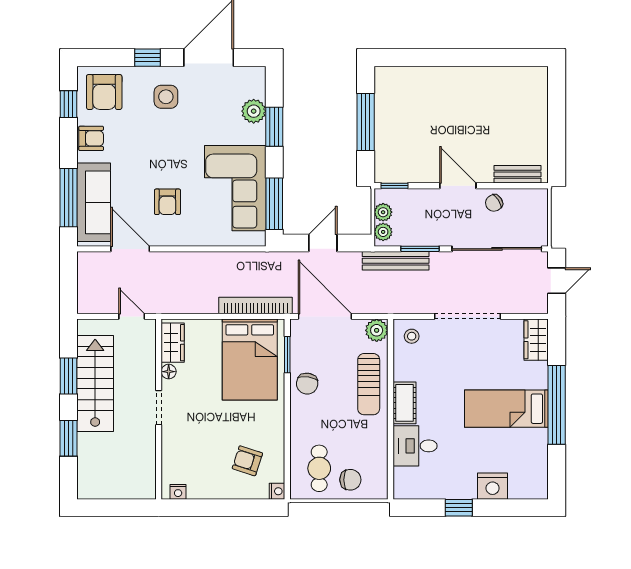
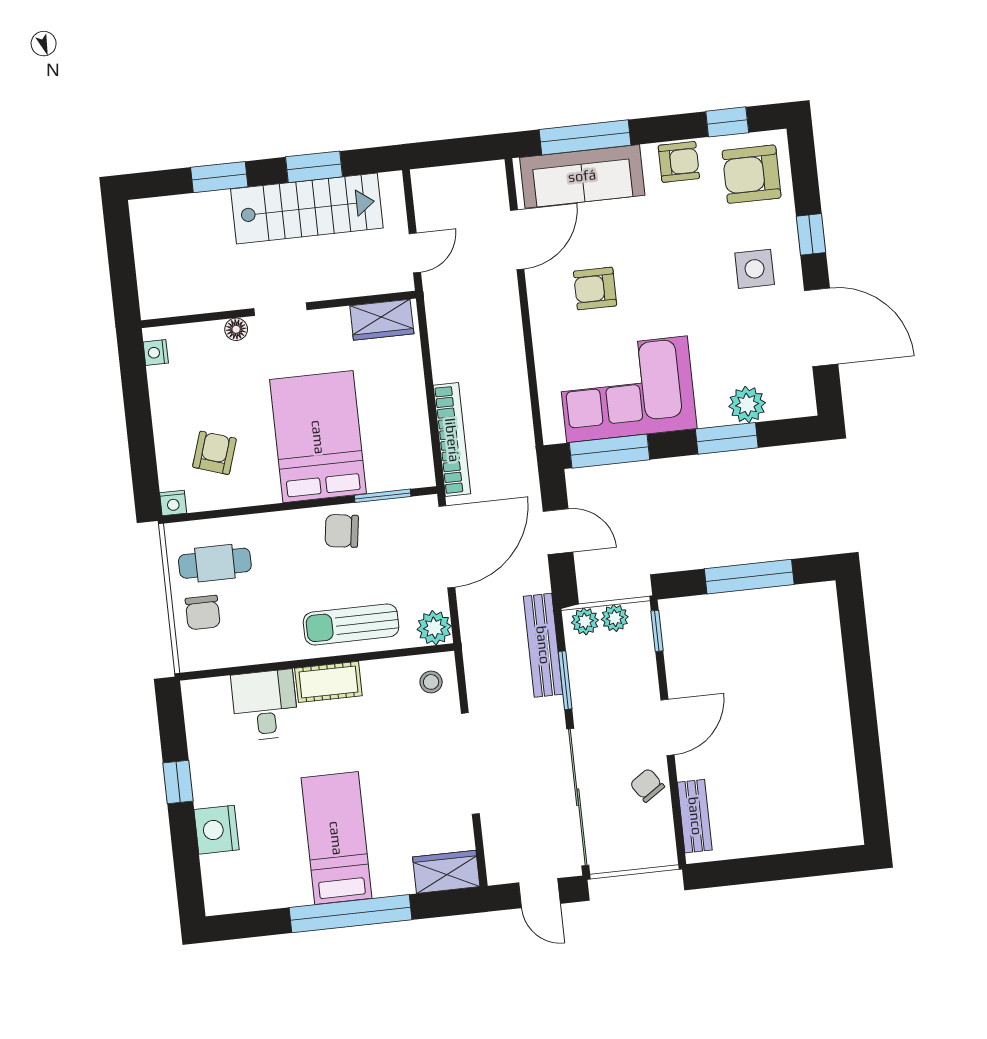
armchair: (91, 138) -> (679, 162), turned -90
bed: (250, 360) -> (318, 437), moved, turned 90
floor lamp: (169, 372) -> (236, 329), moved

